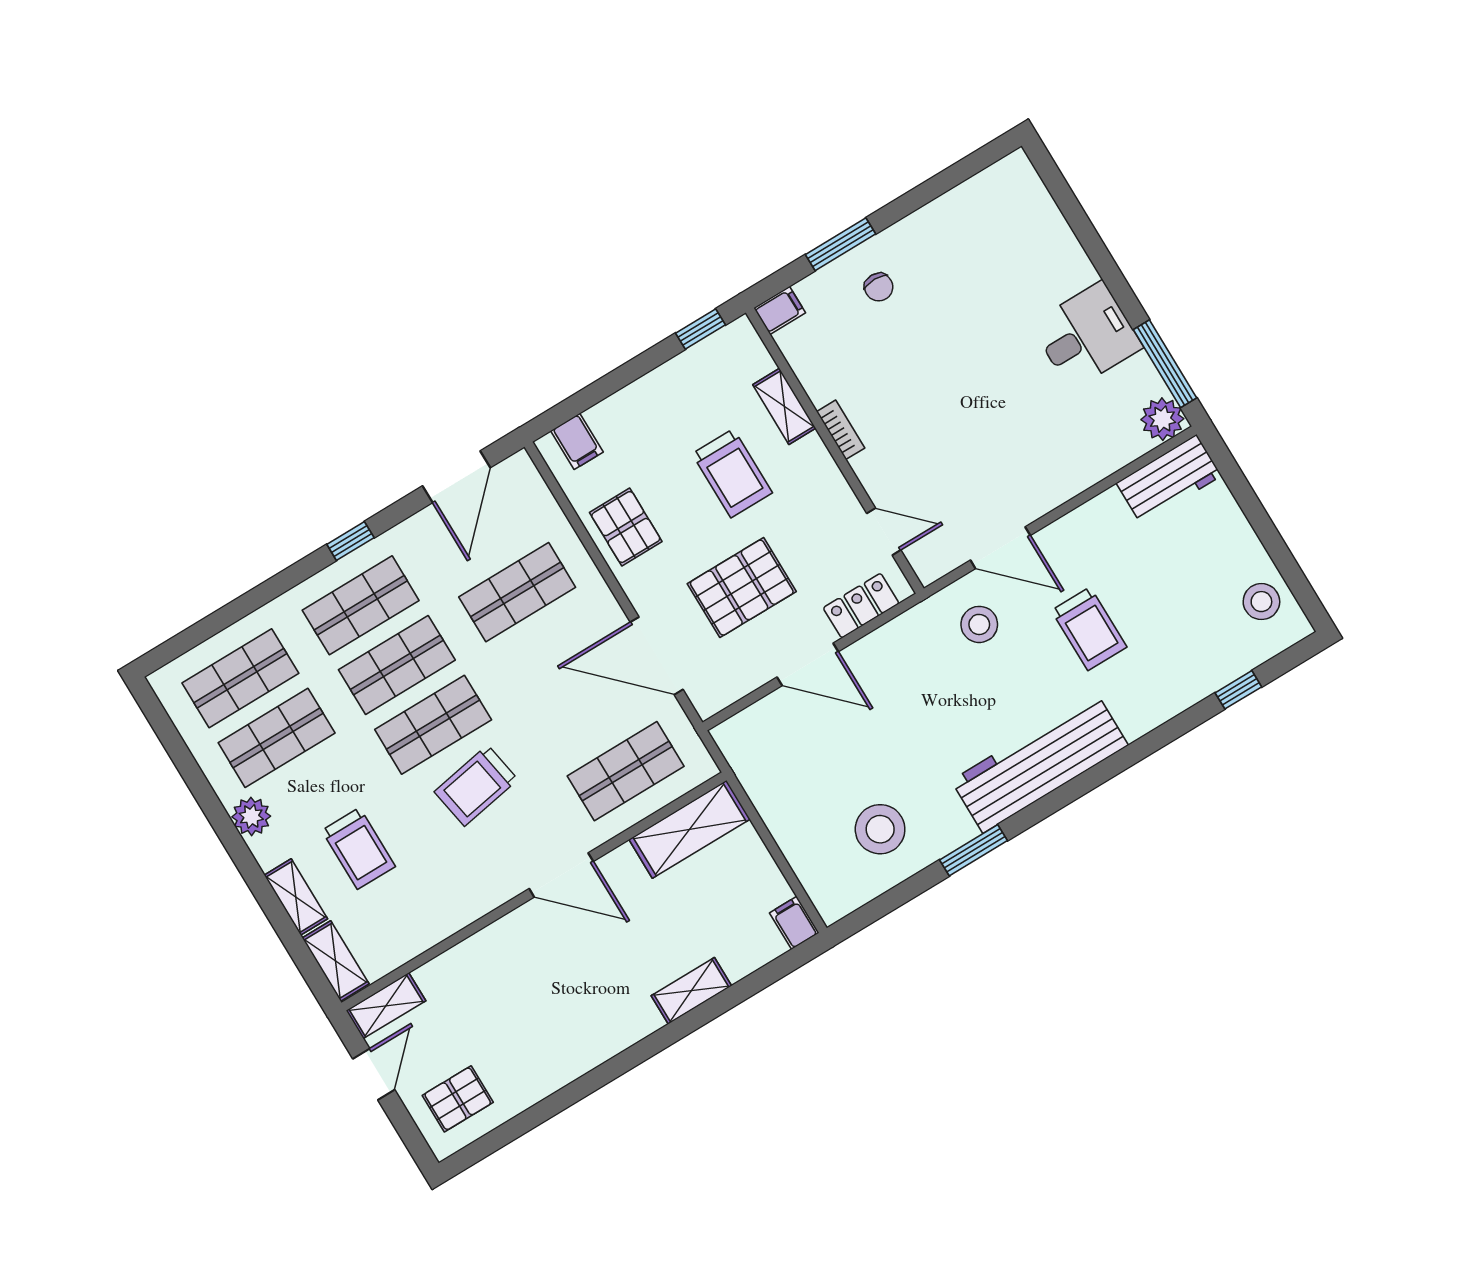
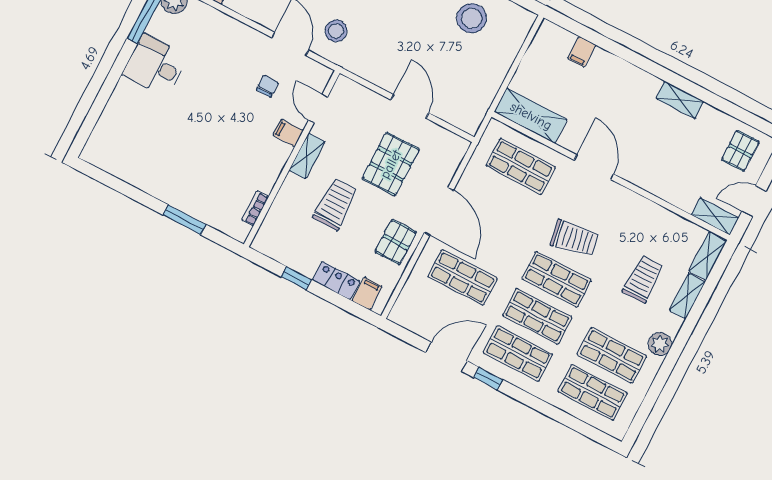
chair: (879, 287) -> (267, 86), moved
filing cabinet: (780, 310) -> (288, 133), moved
window: (701, 329) -> (296, 278), moved
shelving: (784, 406) -> (307, 156), moved
bookcase: (841, 430) -> (255, 208), moved
door: (456, 477) -> (446, 357), moved
pallet: (742, 588) -> (391, 164), turned 90
locker: (861, 606) -> (336, 281), moved, turned 180
door: (657, 656) -> (439, 211), moved
filing cabinet: (794, 923) -> (582, 52), moved
shelving: (691, 991) -> (680, 100), moved
pallet: (458, 1099) -> (740, 151), turned 90

